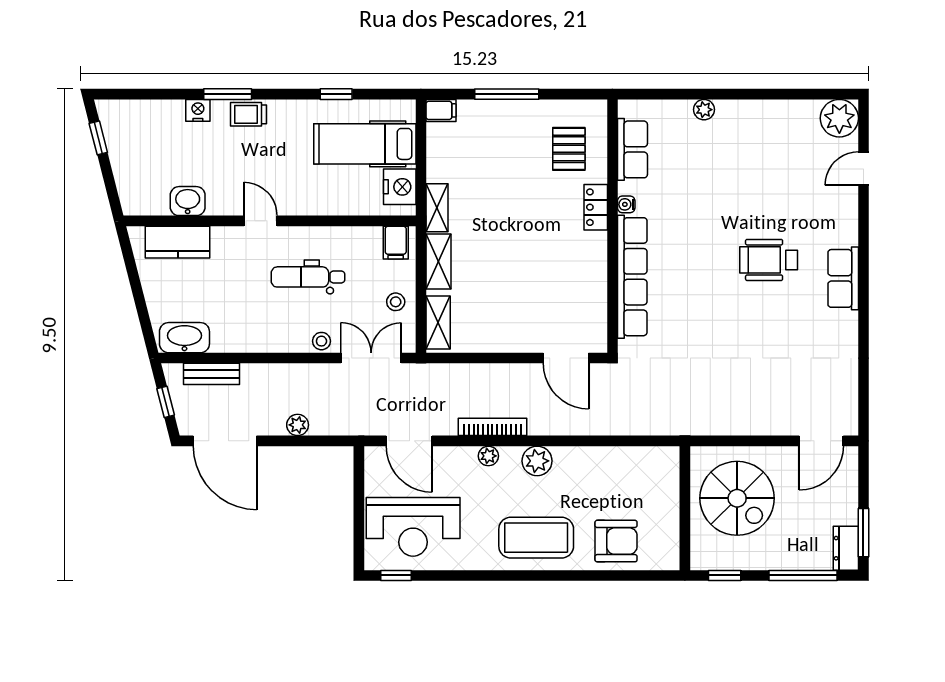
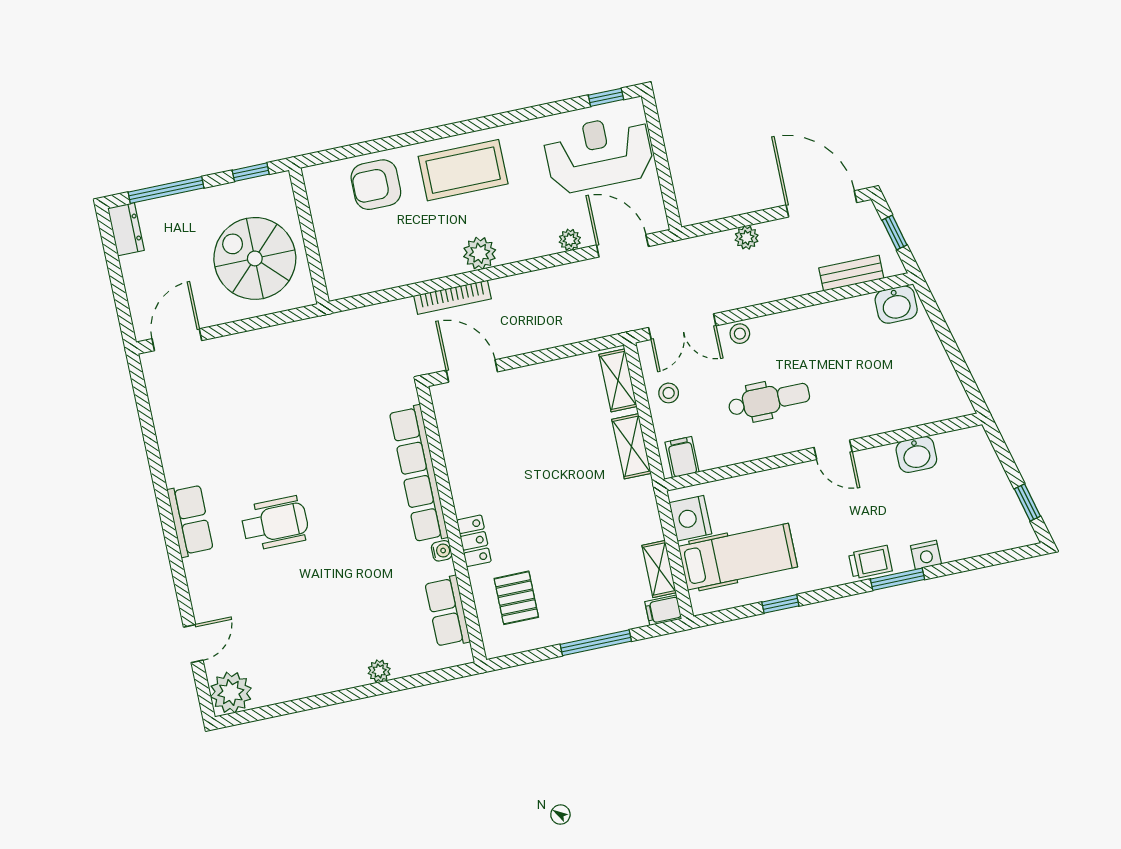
shelving: (437, 208) -> (659, 569), moved
kitchen counter: (178, 242) -> (918, 408), removed
washbasin: (184, 338) -> (896, 305), width x0.72
bookcase: (492, 427) -> (452, 297), moved
plant: (488, 456) -> (570, 240), moved
window: (863, 533) -> (110, 250), removed

